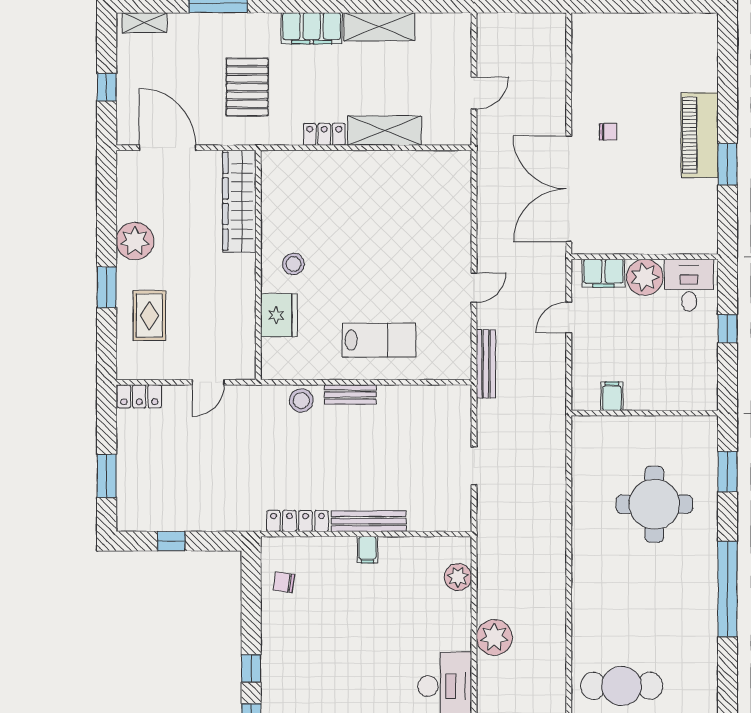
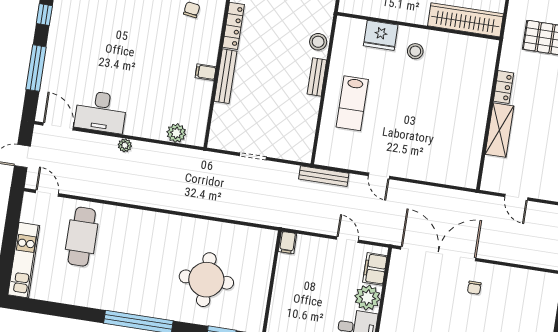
filing cabinet: (612, 396) -> (287, 243), moved, turned 90
plant: (494, 637) -> (125, 145), width x0.53, depth x0.53

